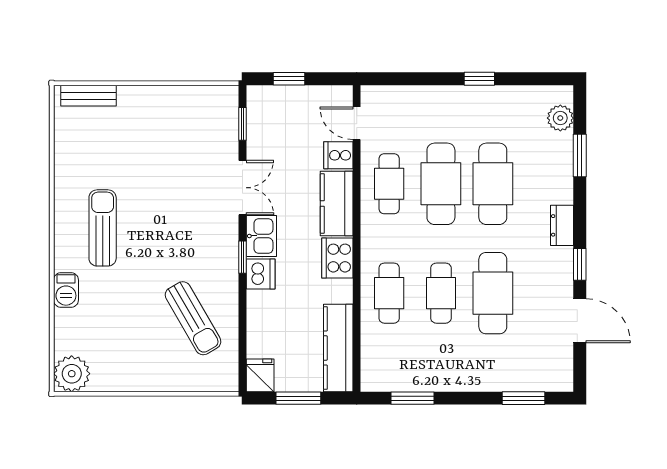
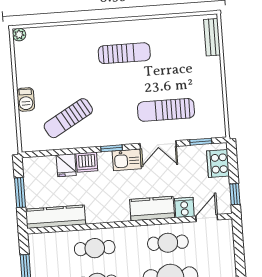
window: (289, 79) -> (235, 194), moved
sun lounger: (191, 172) -> (166, 110), added
cooker: (337, 258) -> (218, 164), moved, turned -90
dishwasher: (261, 274) -> (87, 162), moved
barbecue: (66, 290) -> (26, 99), moved, turned -90
plant: (72, 374) -> (19, 35), width x0.53, depth x0.53
fridge: (260, 375) -> (66, 165), moved, turned 90

